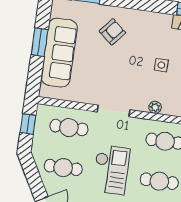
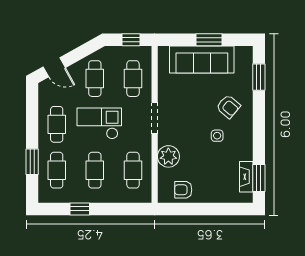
side table: (161, 65) -> (217, 136), moved
plant: (155, 107) -> (168, 156), width x1.88, depth x1.88
checkout: (111, 170) -> (99, 123), turned 180

